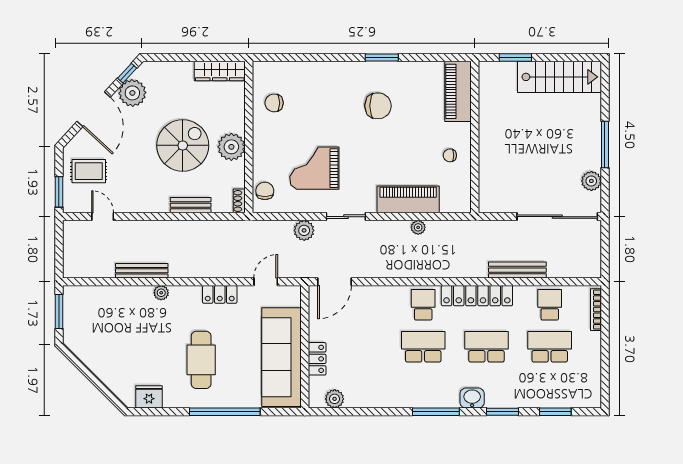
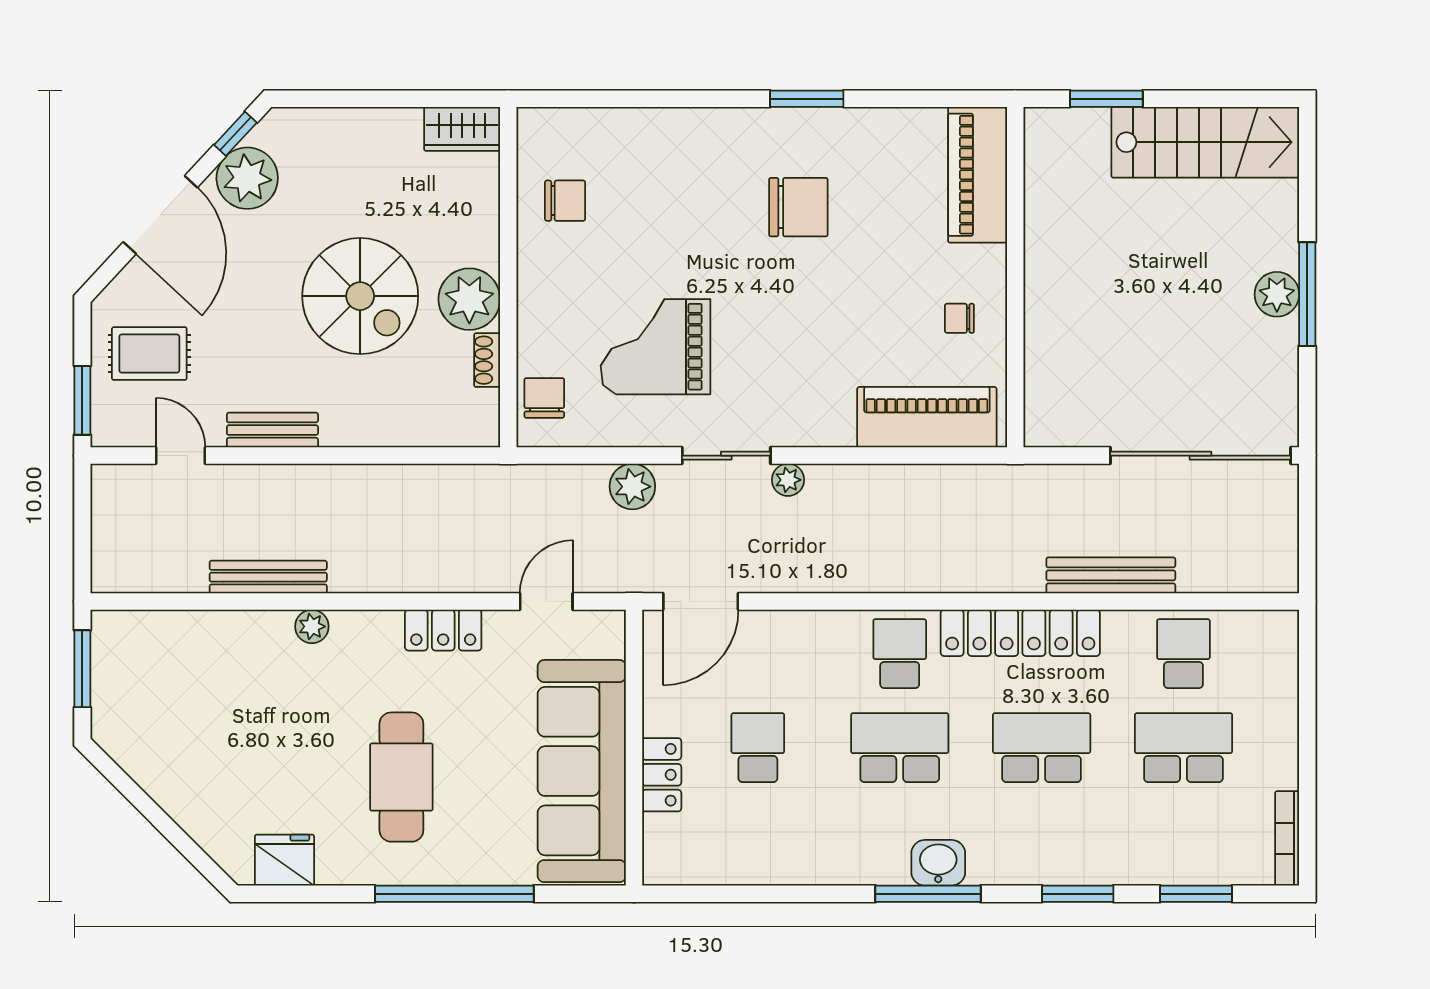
wardrobe: (220, 71) -> (462, 129), width x0.67
chair: (274, 103) -> (565, 201), turned 180
spiral stairs: (183, 145) -> (360, 296), turned 90
plant: (591, 181) -> (1277, 294), moved
piano: (408, 199) -> (927, 417), moved
shoe rack: (239, 201) -> (487, 360), moved
bench: (191, 205) -> (272, 430), moved
plant: (418, 227) -> (788, 480), moved
bookcase: (596, 310) -> (1287, 838), moved
school desk: (360, 347) -> (758, 748), added
washbasin: (472, 398) -> (938, 863), moved
plant: (335, 399) -> (701, 865), removed

